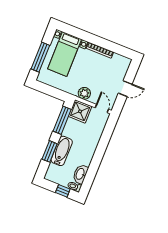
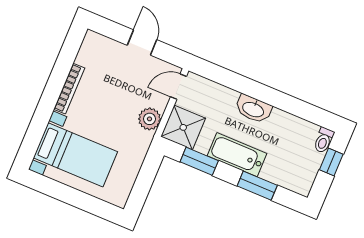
window: (40, 57) -> (81, 200), removed
window: (62, 120) -> (199, 161), width x0.69
bathtub: (62, 151) -> (237, 155), moved
washbasin: (80, 174) -> (253, 109), moved

